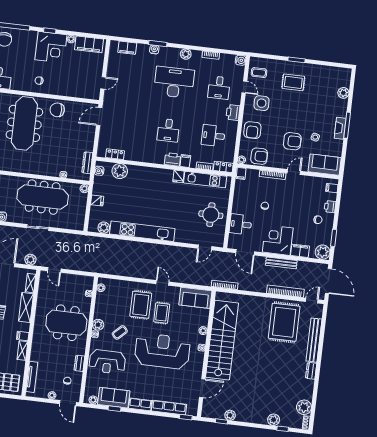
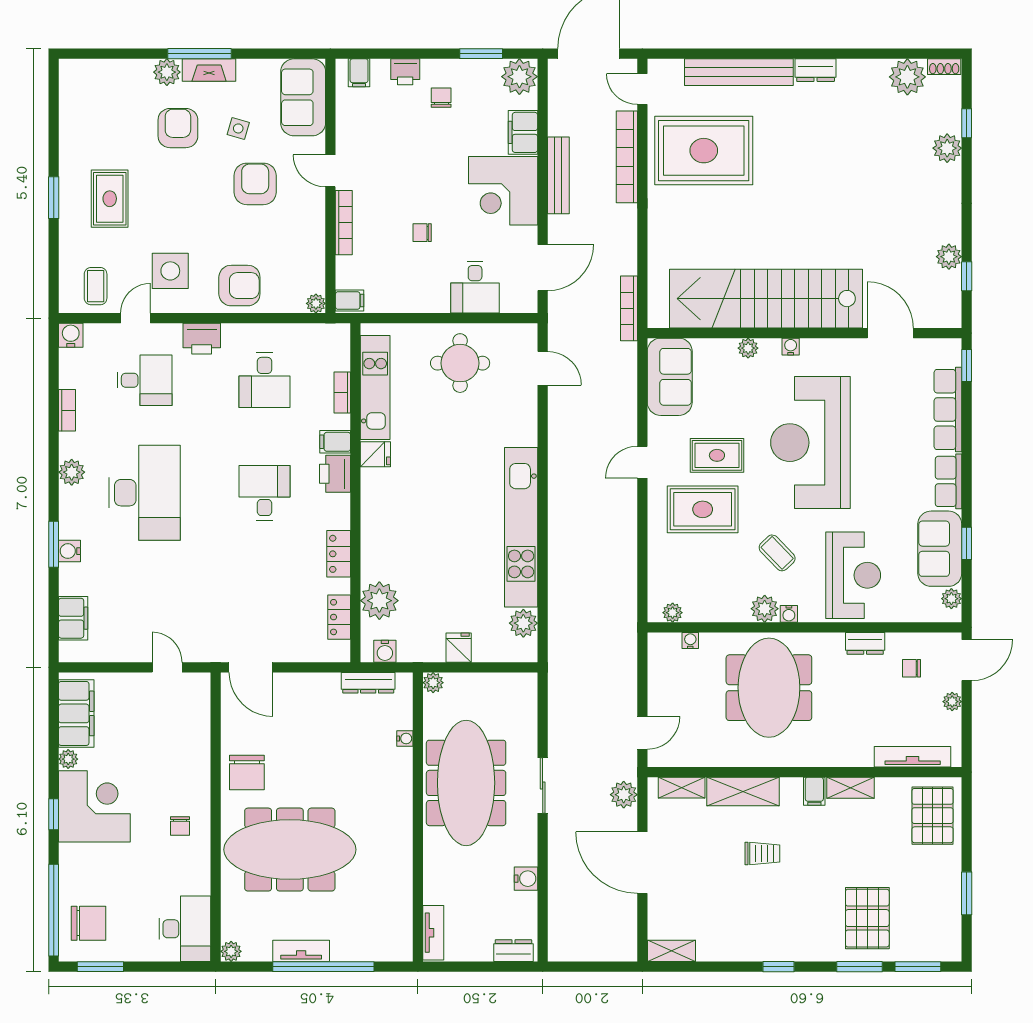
desk: (174, 82) -> (145, 493), turned 180
plant: (343, 93) -> (167, 72), moved
desk: (168, 130) -> (264, 493), turned -90
armchair: (259, 156) -> (178, 128), moved
locker: (223, 167) -> (339, 554), moved

